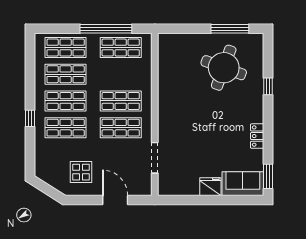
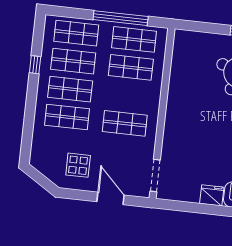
shop shelf: (121, 101) -> (131, 67), moved
window: (30, 118) -> (35, 65), moved
doorway: (155, 158) -> (155, 175), moved

